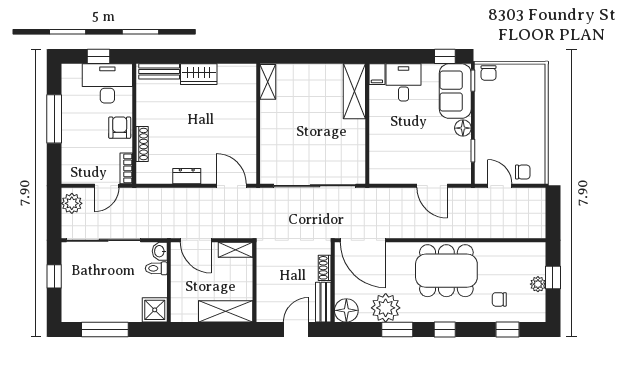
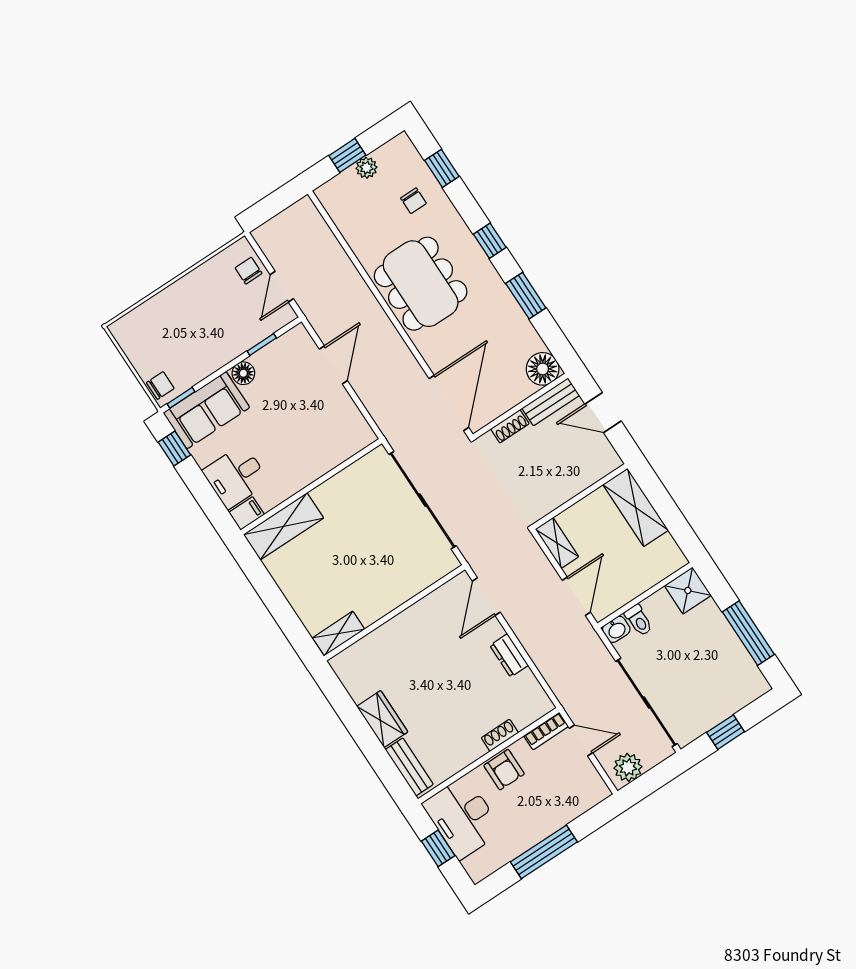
armchair: (120, 128) -> (504, 770), turned -90
shoe rack: (142, 144) -> (500, 735), width x0.70
plant: (386, 308) -> (510, 326), removed

